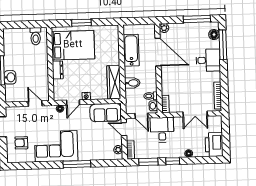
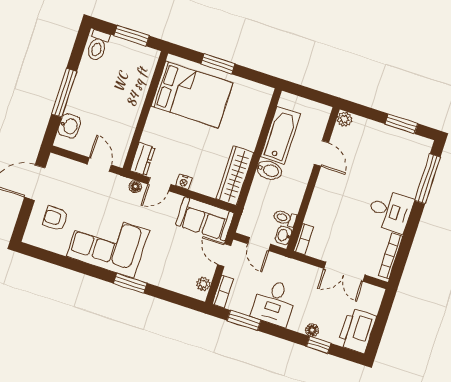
window: (197, 19) -> (401, 124), width x0.69
window: (27, 24) -> (132, 36), added
floor lamp: (214, 35) -> (419, 158), removed
toilet: (36, 36) -> (98, 46), moved
door: (158, 52) -> (321, 153), width x0.53
desk: (208, 60) -> (390, 211), moved
dresser: (58, 70) -> (142, 159), moved
washbasin: (10, 77) -> (69, 126), moved
bidet: (132, 83) -> (269, 170), moved
desk: (162, 130) -> (274, 303), moved, turned 180
window: (173, 161) -> (319, 345), moved
window: (77, 164) -> (130, 283), width x0.69

